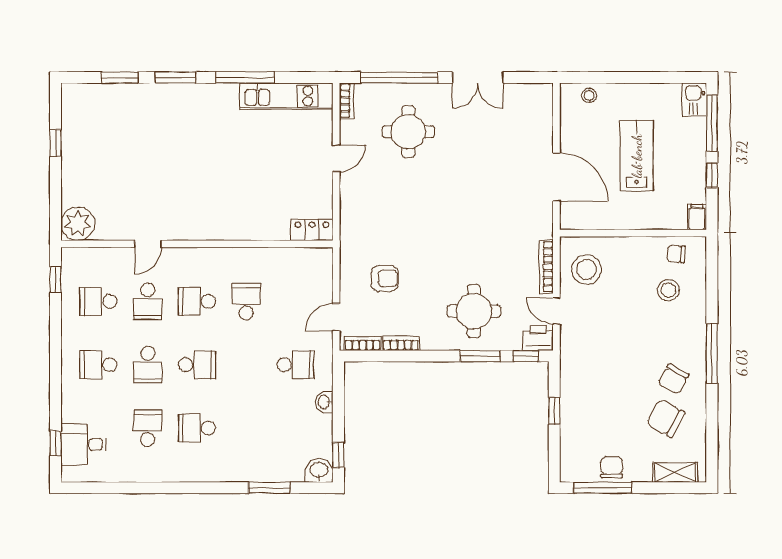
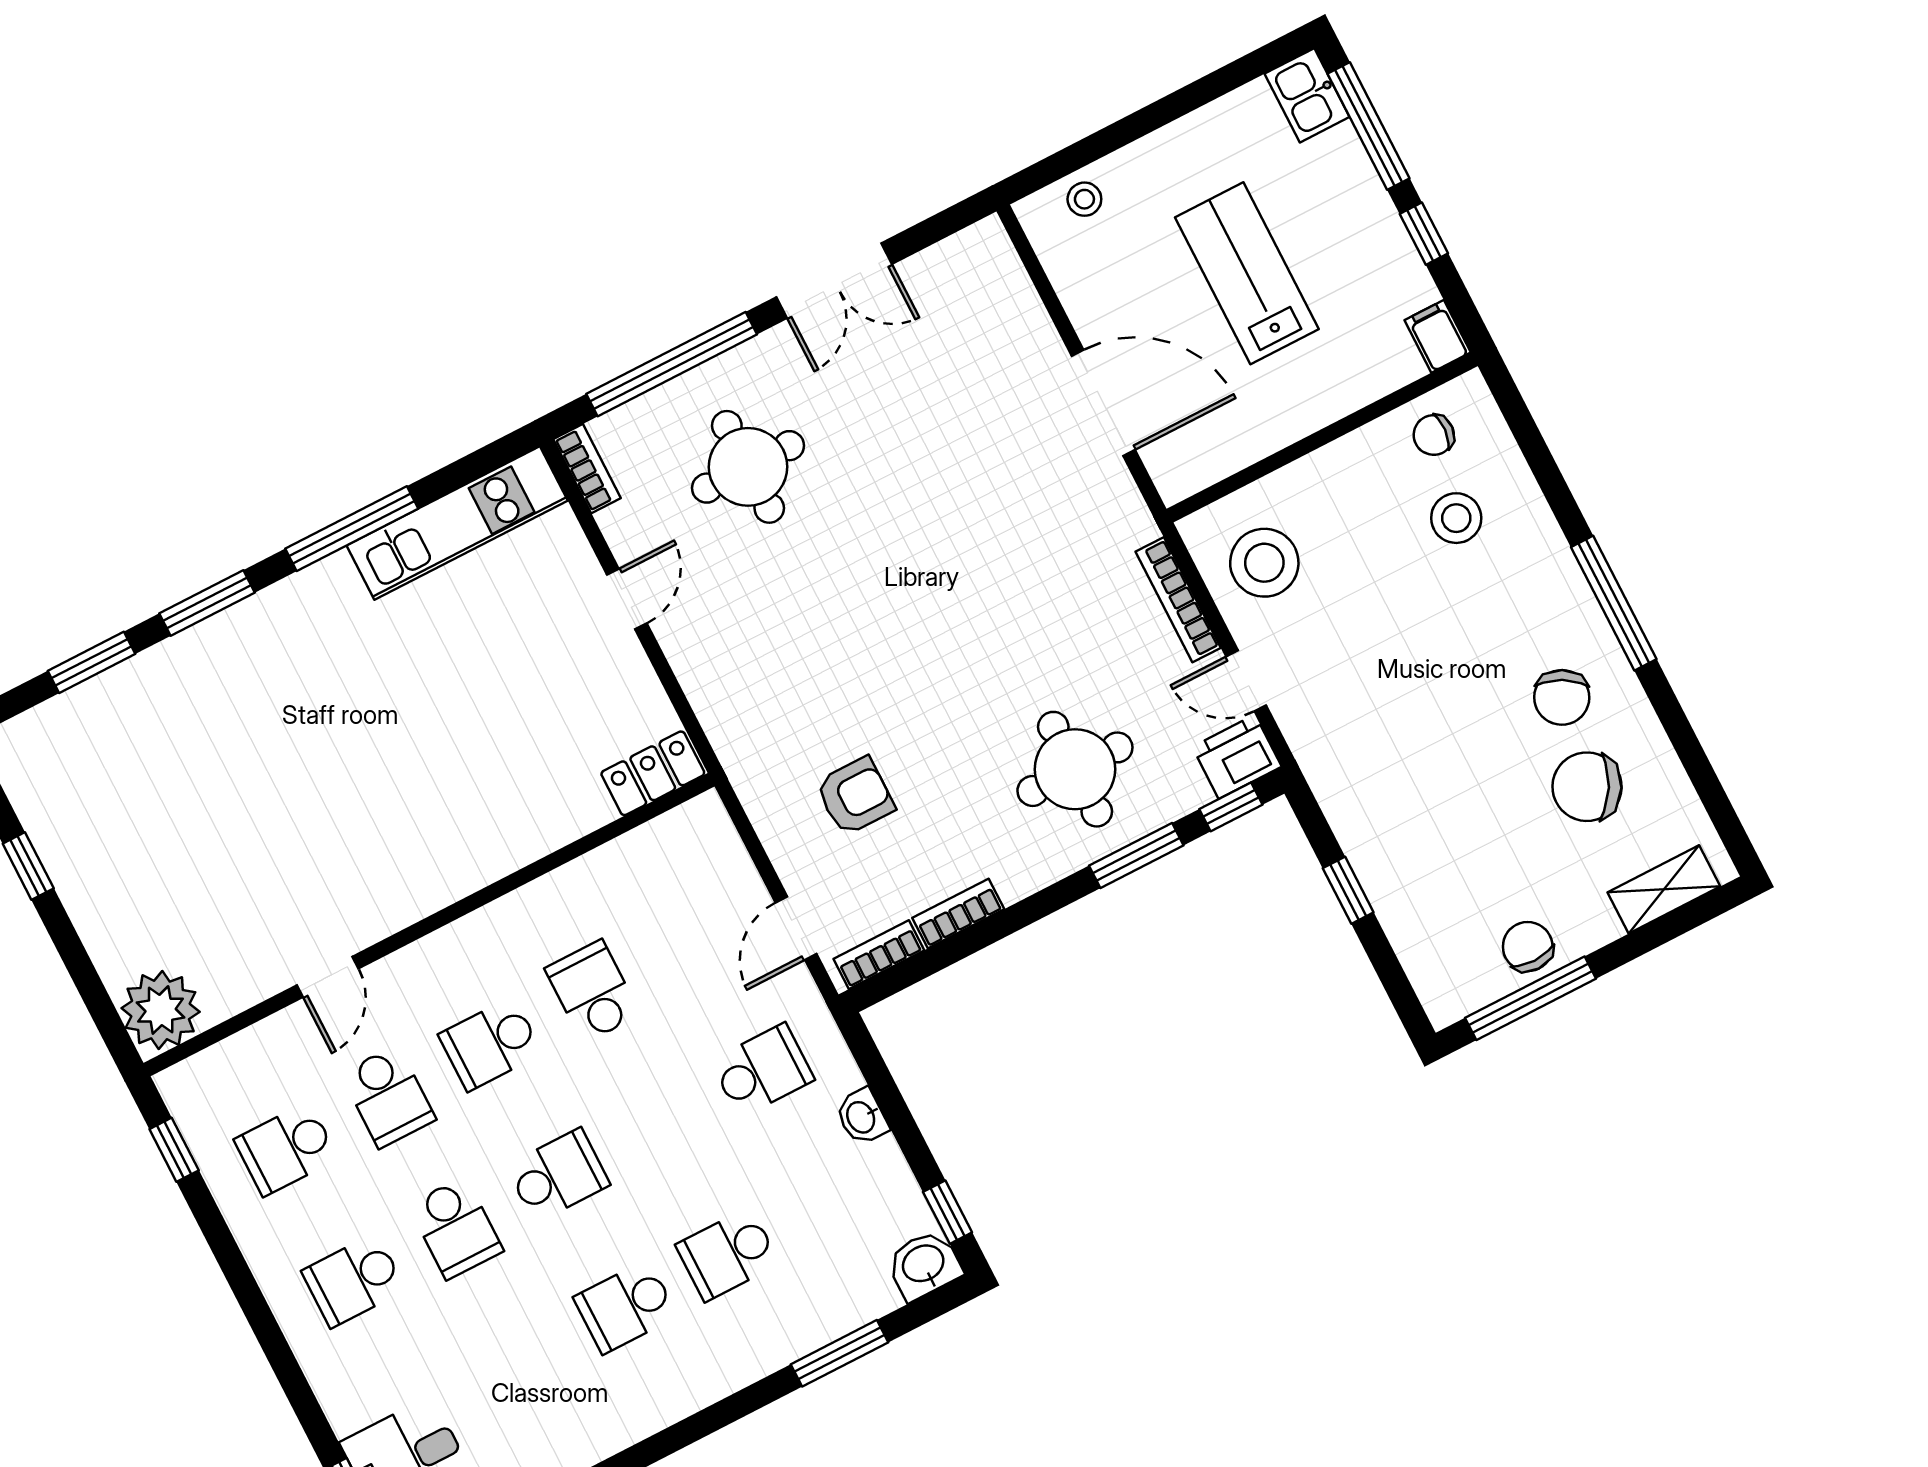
school desk: (148, 428) -> (728, 1254), moved, turned -90

